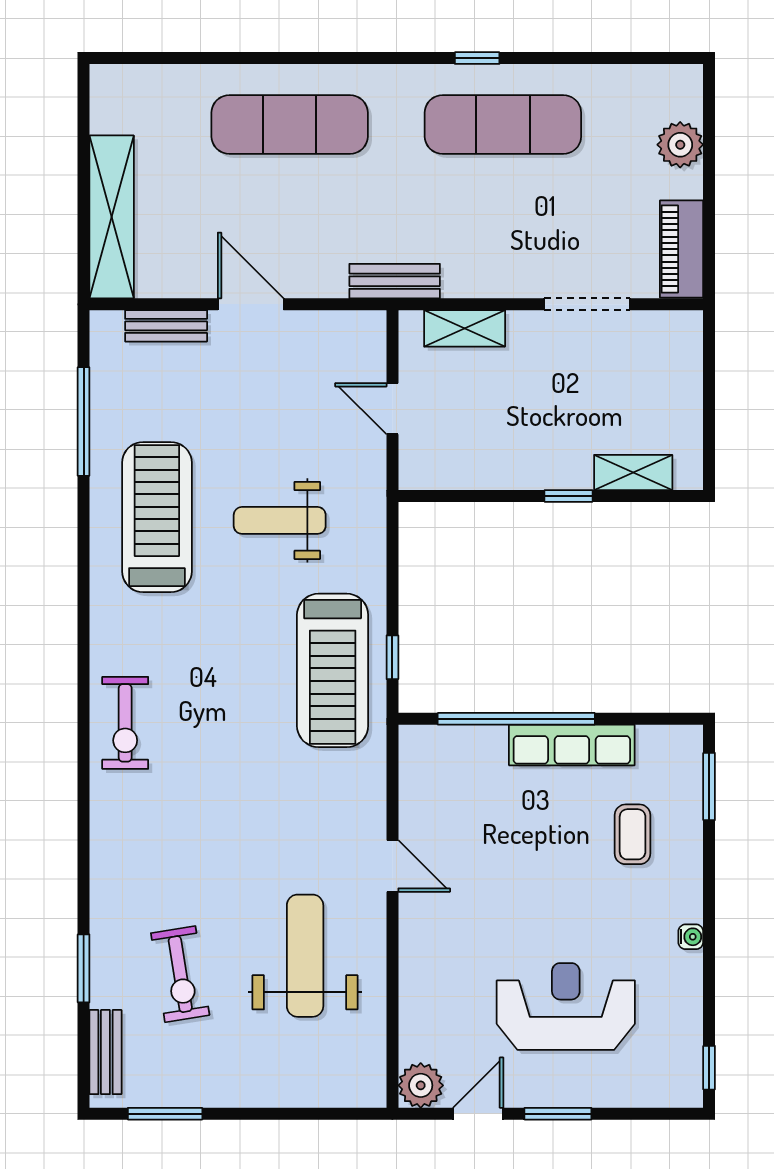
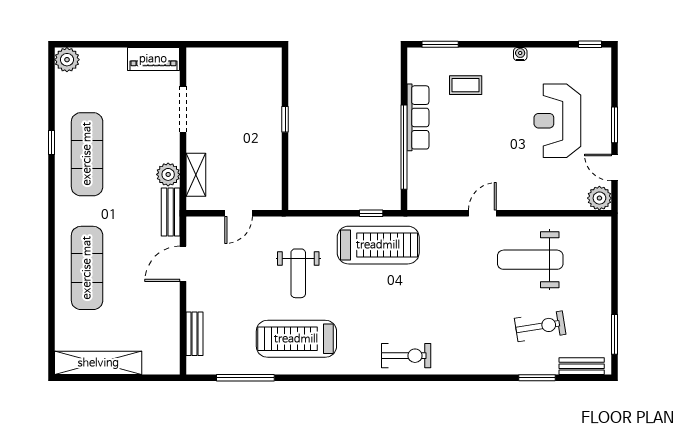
window: (477, 58) -> (52, 143), moved
plant: (680, 145) -> (67, 60), moved
shelving: (112, 217) -> (98, 363), moved
plant: (465, 277) -> (168, 174), added
door: (251, 304) -> (183, 264), moved
shelving: (633, 472) -> (273, 85), removed

